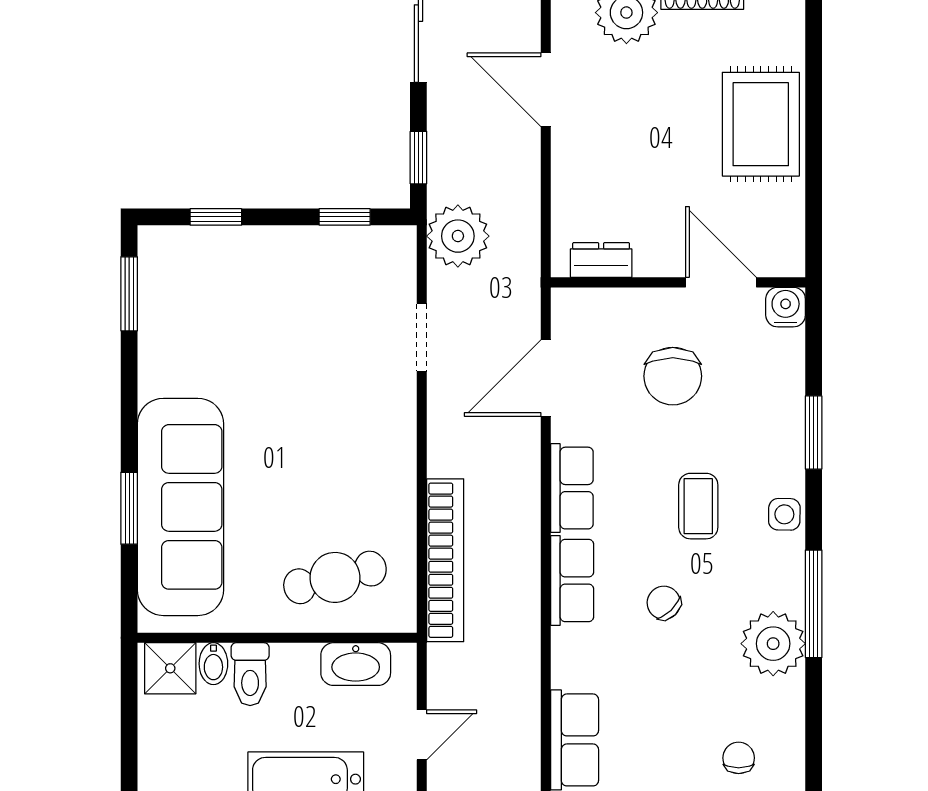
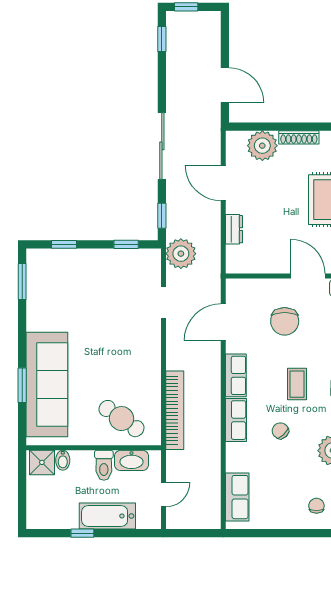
dresser: (601, 260) -> (234, 229), moved, turned 90
cafe table: (335, 577) -> (121, 419), turned 49
toilet: (250, 674) -> (104, 465), moved

